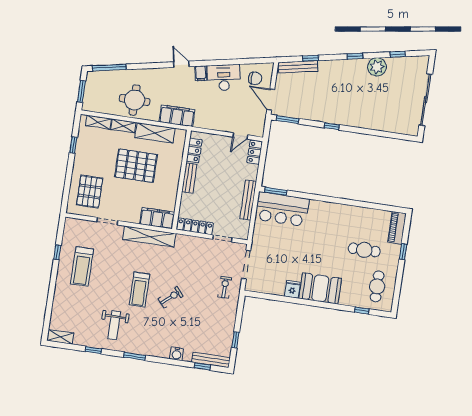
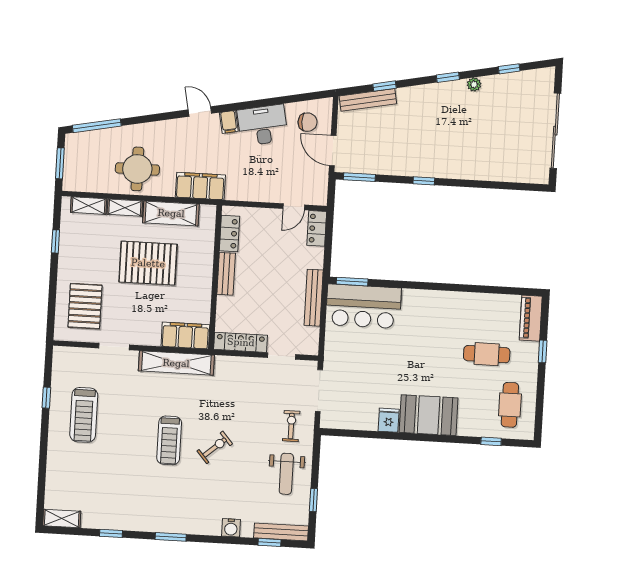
plant: (377, 67) -> (474, 84), width x0.53, depth x0.53
weight bench: (114, 325) -> (286, 474), moved

